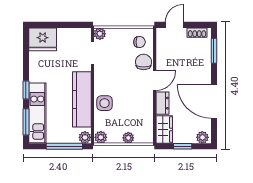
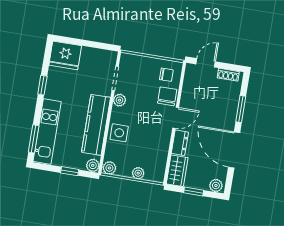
plant: (100, 34) -> (119, 100), moved
window: (214, 51) -> (241, 109), moved
window: (26, 90) -> (42, 85), moved
window: (64, 146) -> (70, 171), width x0.46

